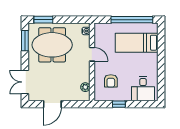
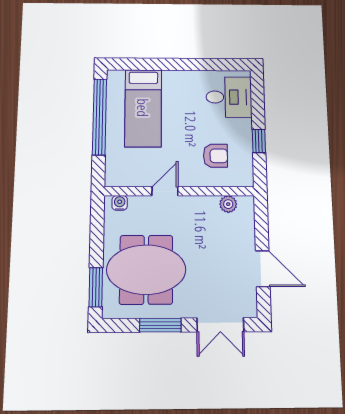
window: (25, 41) -> (160, 325), moved
meeting table: (52, 45) -> (146, 270), turned 90

